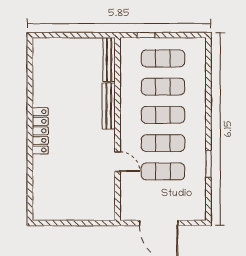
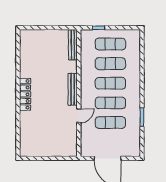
bench: (109, 106) -> (73, 89), moved
door: (118, 162) -> (79, 116), hinge flipped

